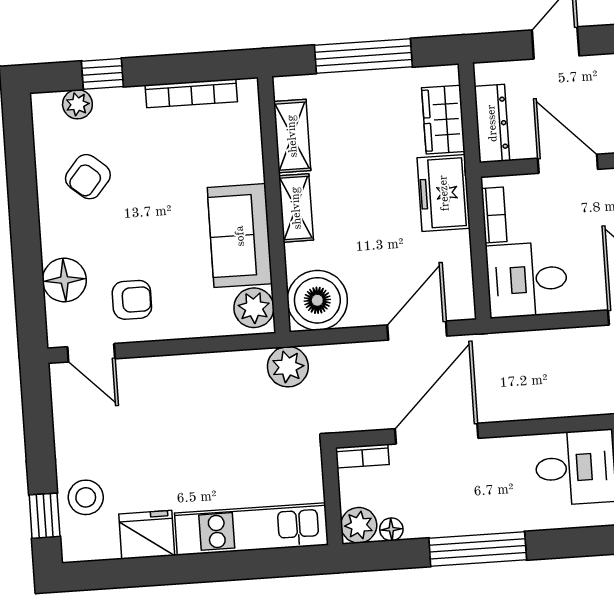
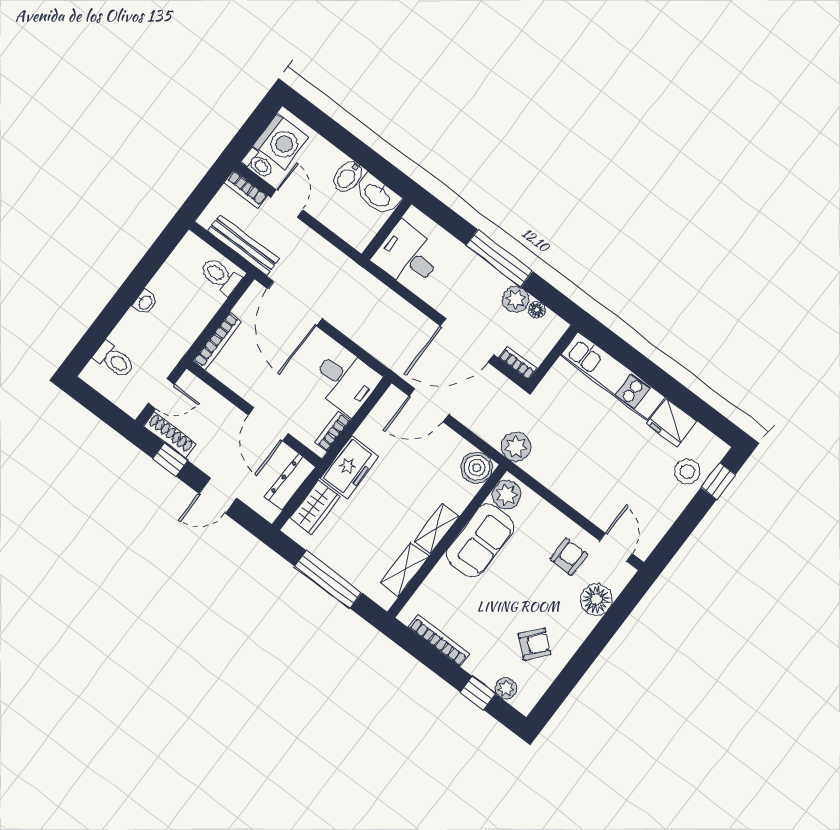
armchair: (132, 300) -> (569, 557), turned 90
boiler: (317, 300) -> (477, 468), width x0.73, depth x0.73
plant: (359, 525) -> (516, 299), moved

